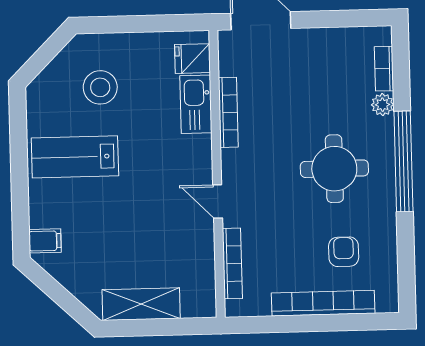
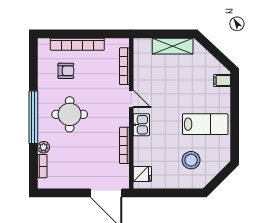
kitchen sink: (196, 104) -> (141, 125), moved, width x0.73
armchair: (344, 252) -> (66, 71), turned -90

